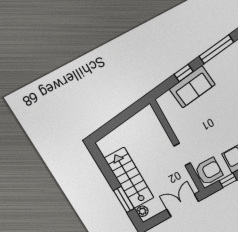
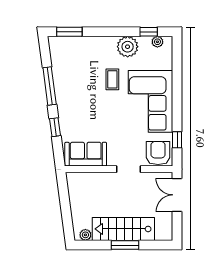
sofa: (192, 87) -> (86, 154), moved, turned -82
window: (124, 199) -> (125, 245), moved
plant: (142, 211) -> (85, 235), moved

